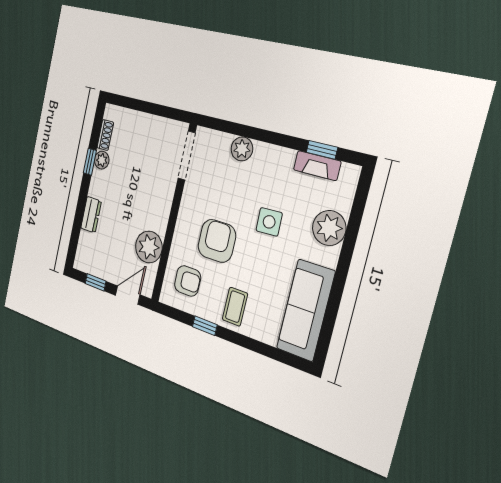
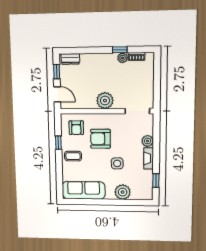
fireplace: (317, 166) -> (149, 158), moved
dresser: (91, 215) -> (70, 59), moved
armchair: (217, 241) -> (100, 139), turned 180
plant: (149, 247) -> (105, 101), moved

